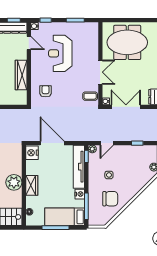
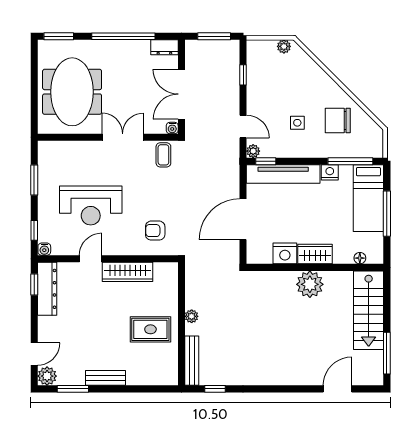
door: (29, 43) -> (91, 259), moved
nightstand: (32, 153) -> (285, 253), moved
chair: (110, 199) -> (338, 121), turned -90

